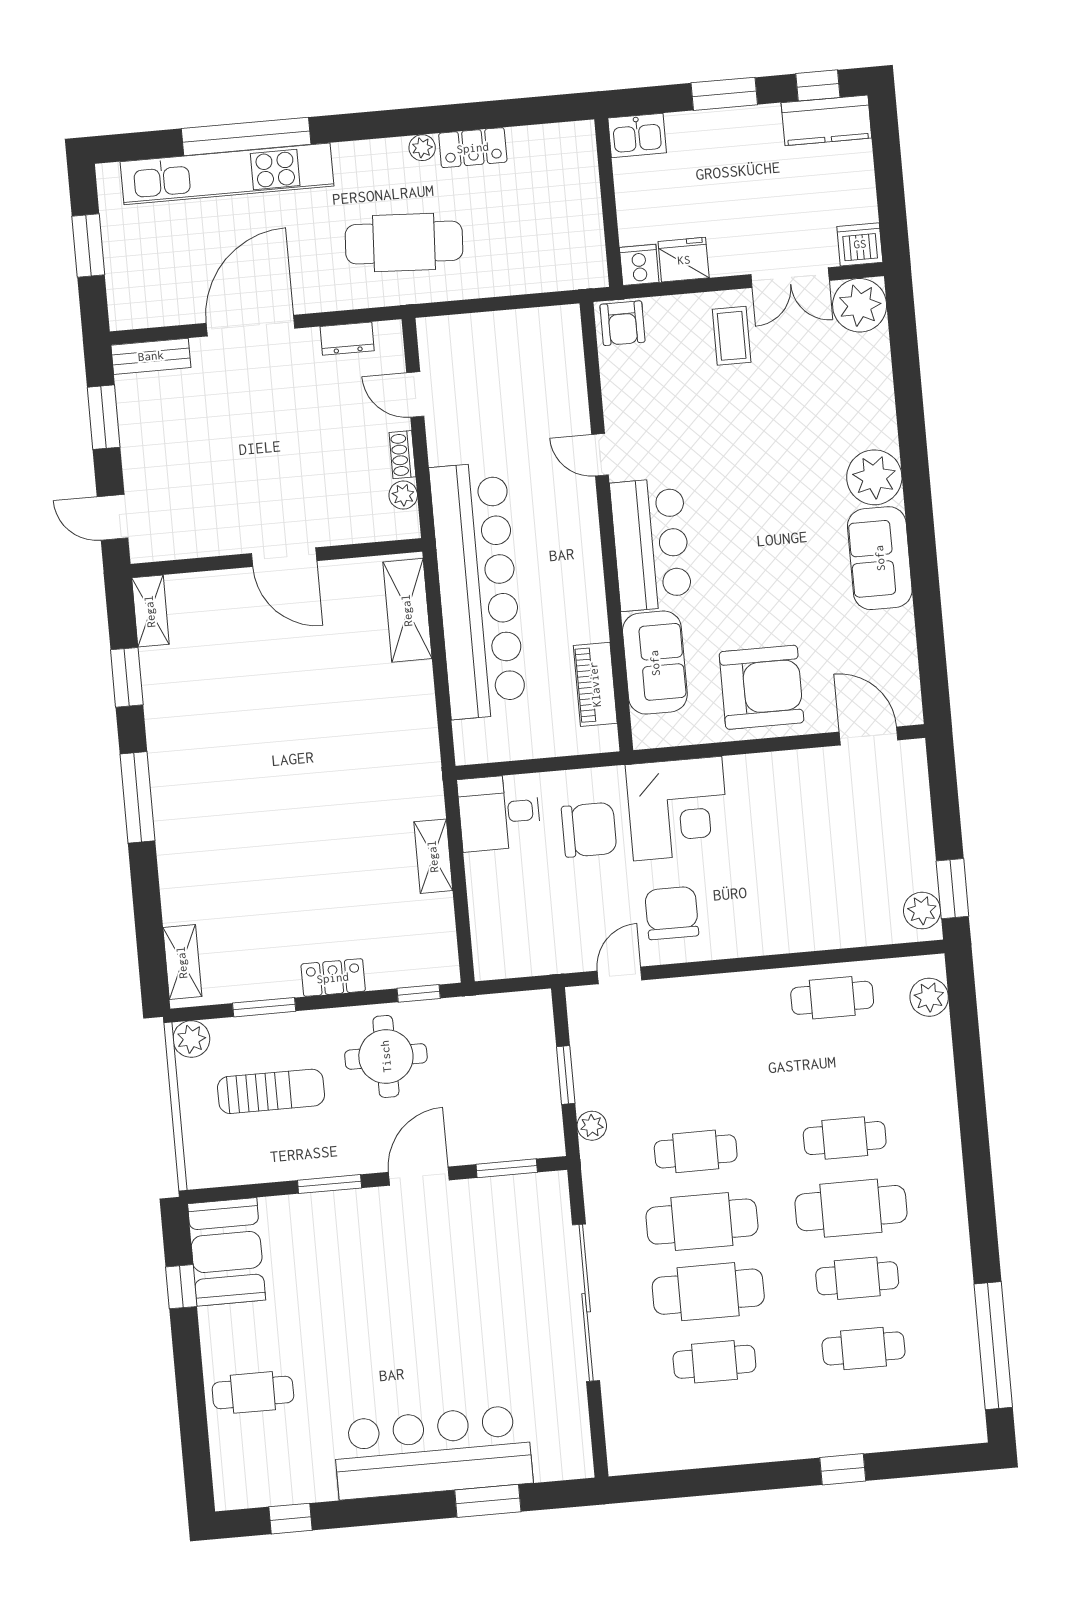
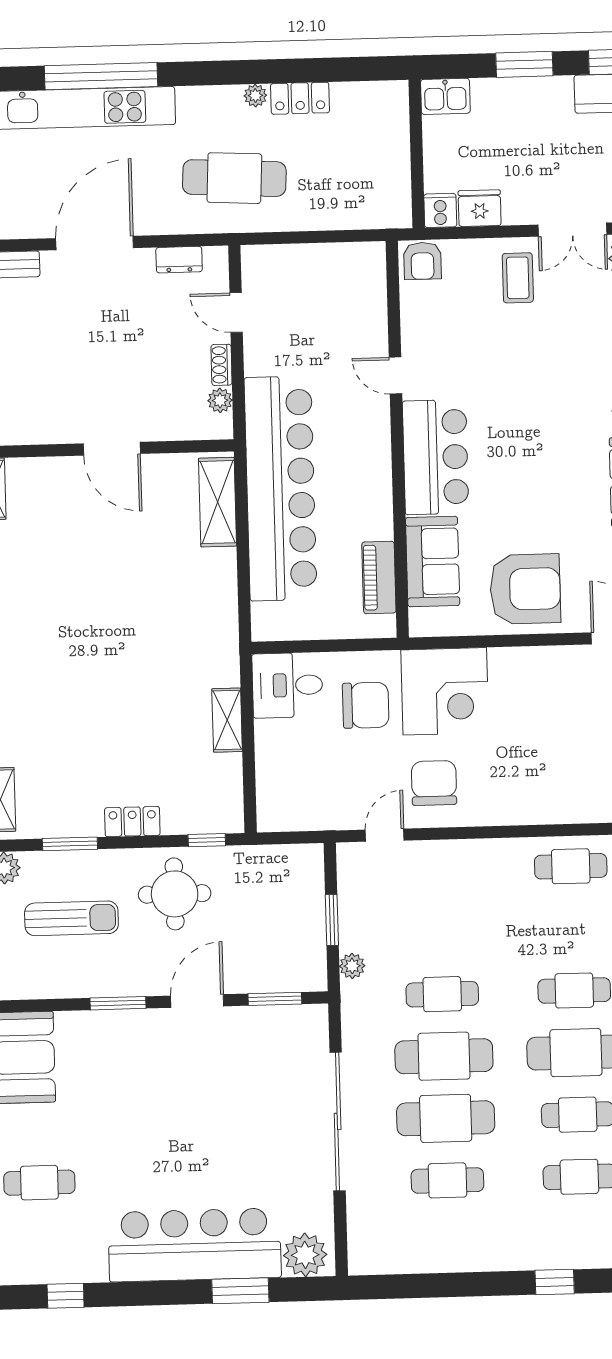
plant: (559, 1456) -> (305, 1255), added

